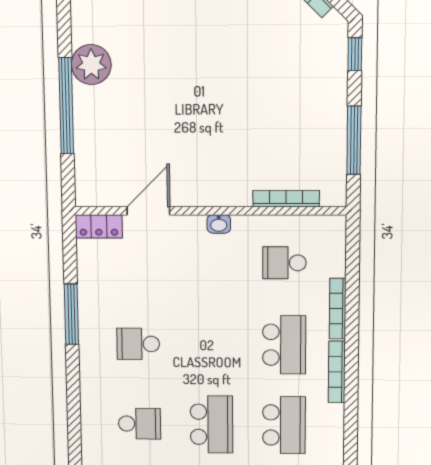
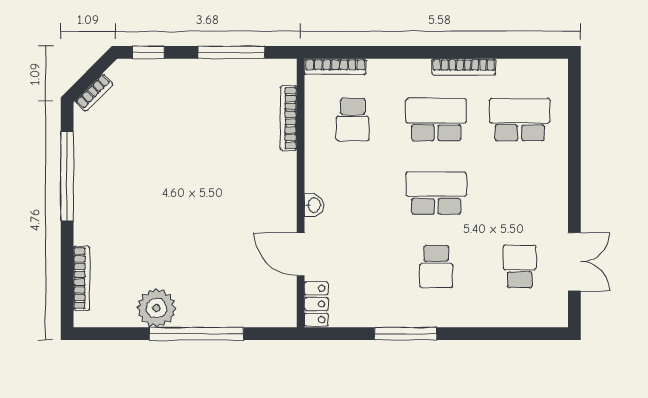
washbasin: (219, 224) -> (314, 205), moved
bookcase: (338, 309) -> (335, 67), moved
school desk: (212, 424) -> (436, 193), moved

